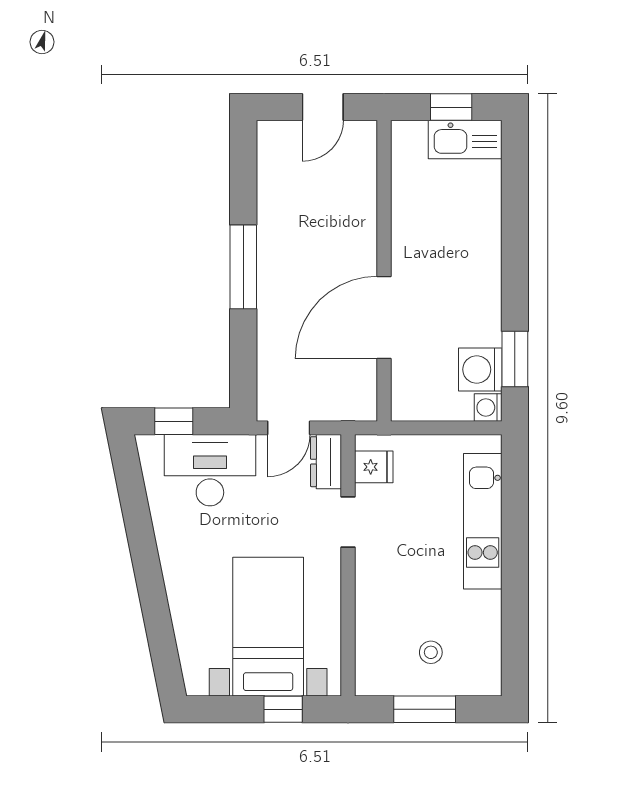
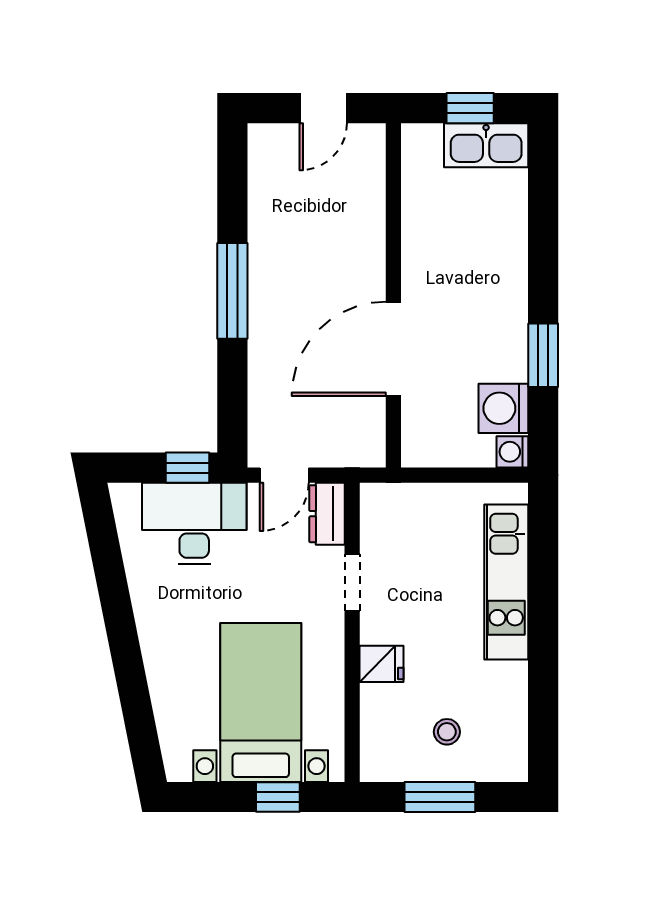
window: (515, 359) -> (543, 355), moved
window: (174, 421) -> (187, 468), moved
fridge: (374, 467) -> (381, 664), moved

